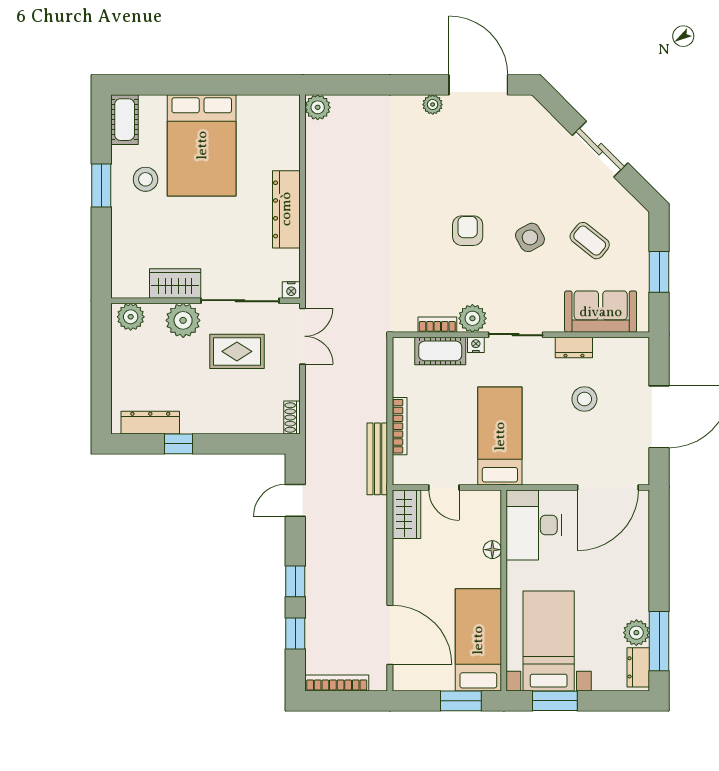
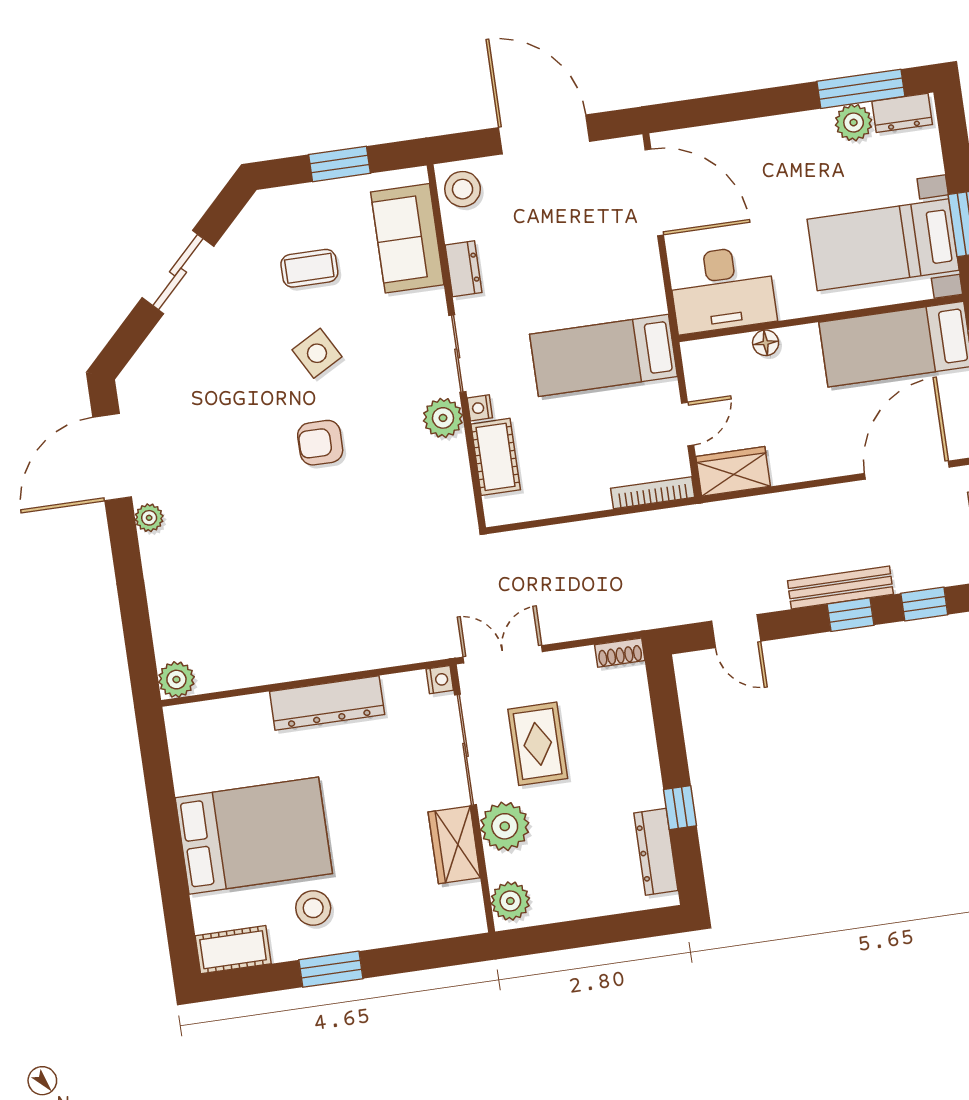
coffee table: (590, 241) -> (309, 268), turned 51
bookcase: (437, 325) -> (459, 466), removed
stool: (584, 399) -> (463, 189), moved
bookcase: (400, 426) -> (653, 493), moved
bench: (377, 459) -> (840, 588), moved

